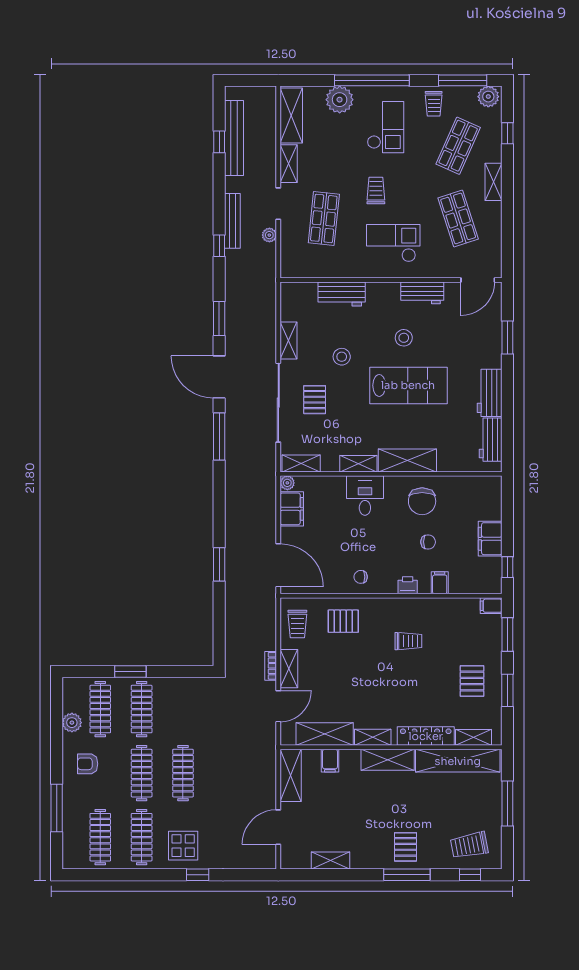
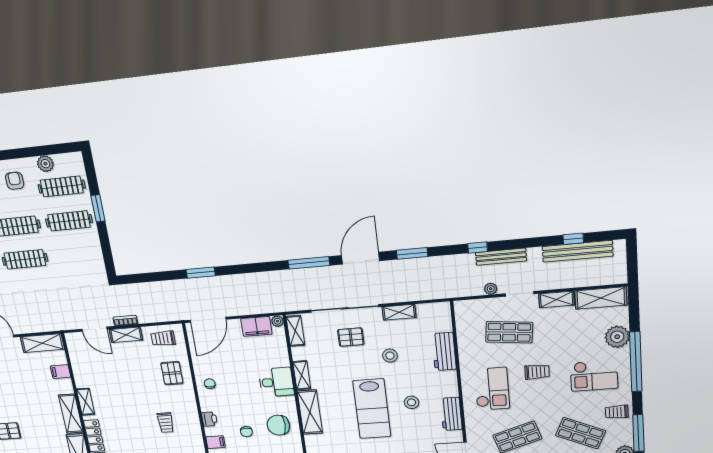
shelving: (325, 734) -> (80, 366), removed

